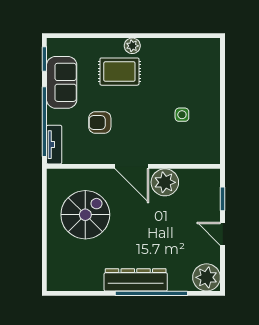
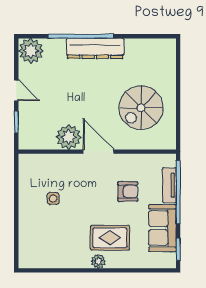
tv unit: (54, 145) -> (169, 185), moved

